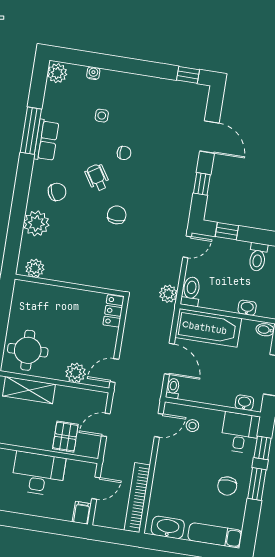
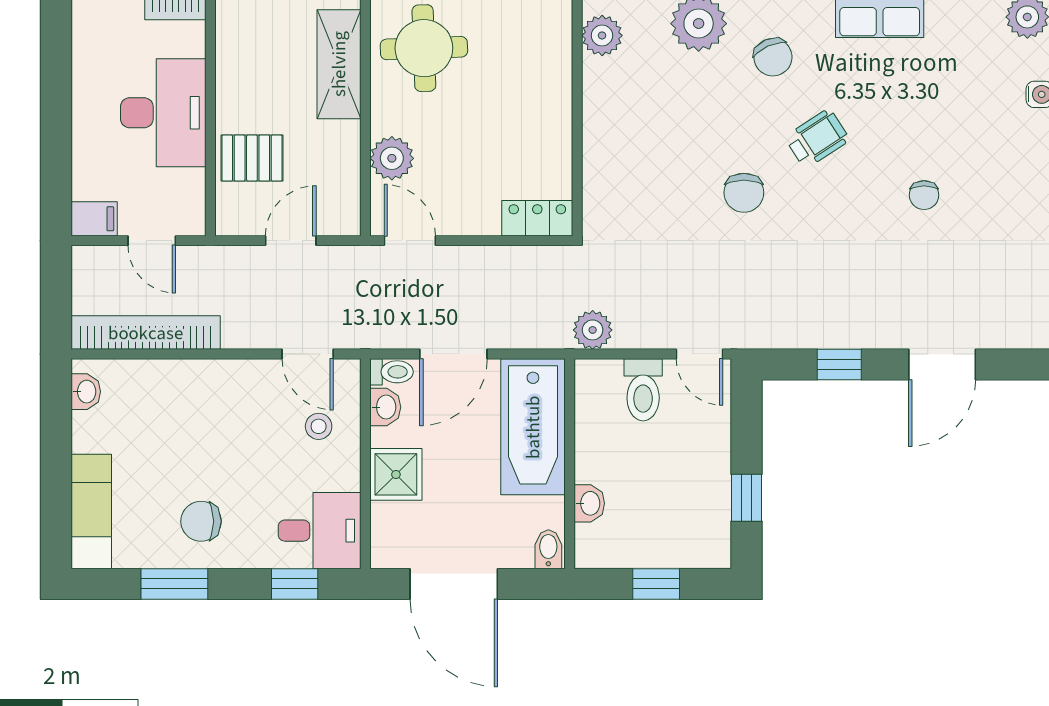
side table: (102, 116) -> (952, 127), removed
chair: (124, 153) -> (924, 195), moved
chair: (117, 215) -> (744, 193), turned 90
window: (227, 231) -> (747, 498), moved
toilet: (258, 257) -> (701, 509), removed
toilet: (191, 291) -> (643, 390), moved, turned 90
shower: (220, 394) -> (396, 474), added
washbasin: (244, 403) -> (385, 407), moved
door: (106, 425) -> (291, 241), hinge flipped
window: (257, 484) -> (174, 584), moved
washbasin: (168, 527) -> (86, 392), width x0.52, depth x0.69

